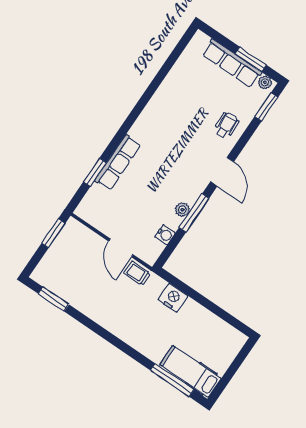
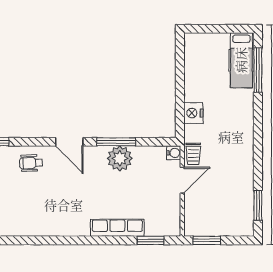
window: (95, 172) -> (151, 240), moved
door: (222, 172) -> (69, 142), swing flipped
plant: (182, 210) -> (120, 158), width x1.87, depth x1.87
water cooler: (165, 235) -> (174, 153), moved, turned 90

